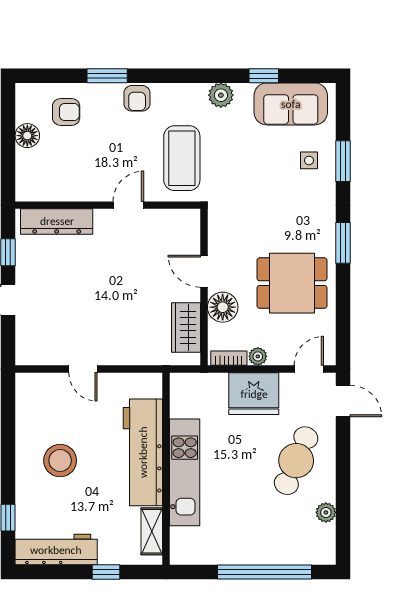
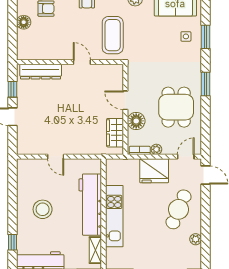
door: (128, 205) -> (82, 62), hinge flipped
dining table: (292, 283) -> (176, 107), turned 90

